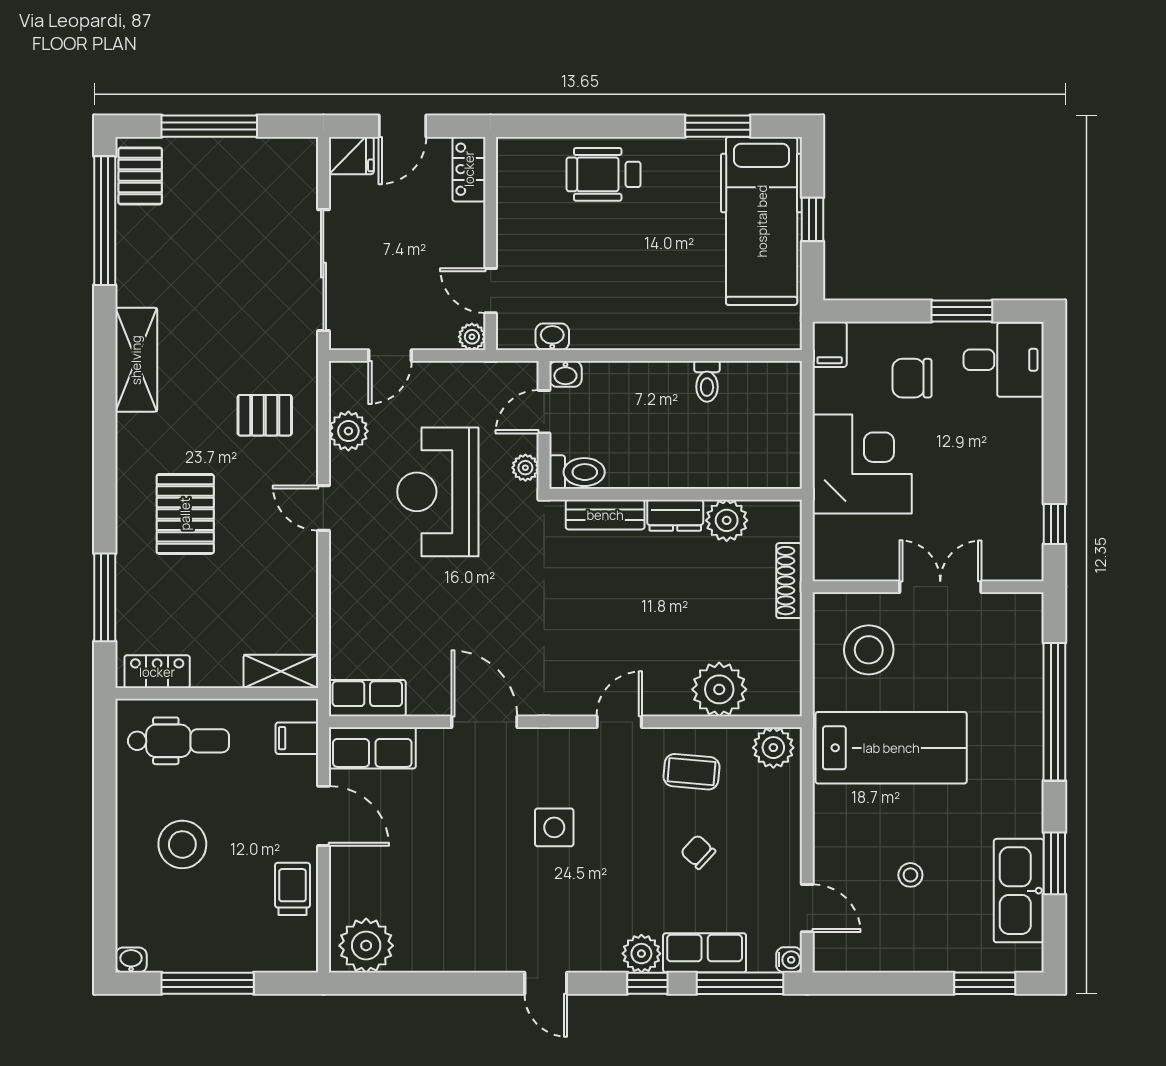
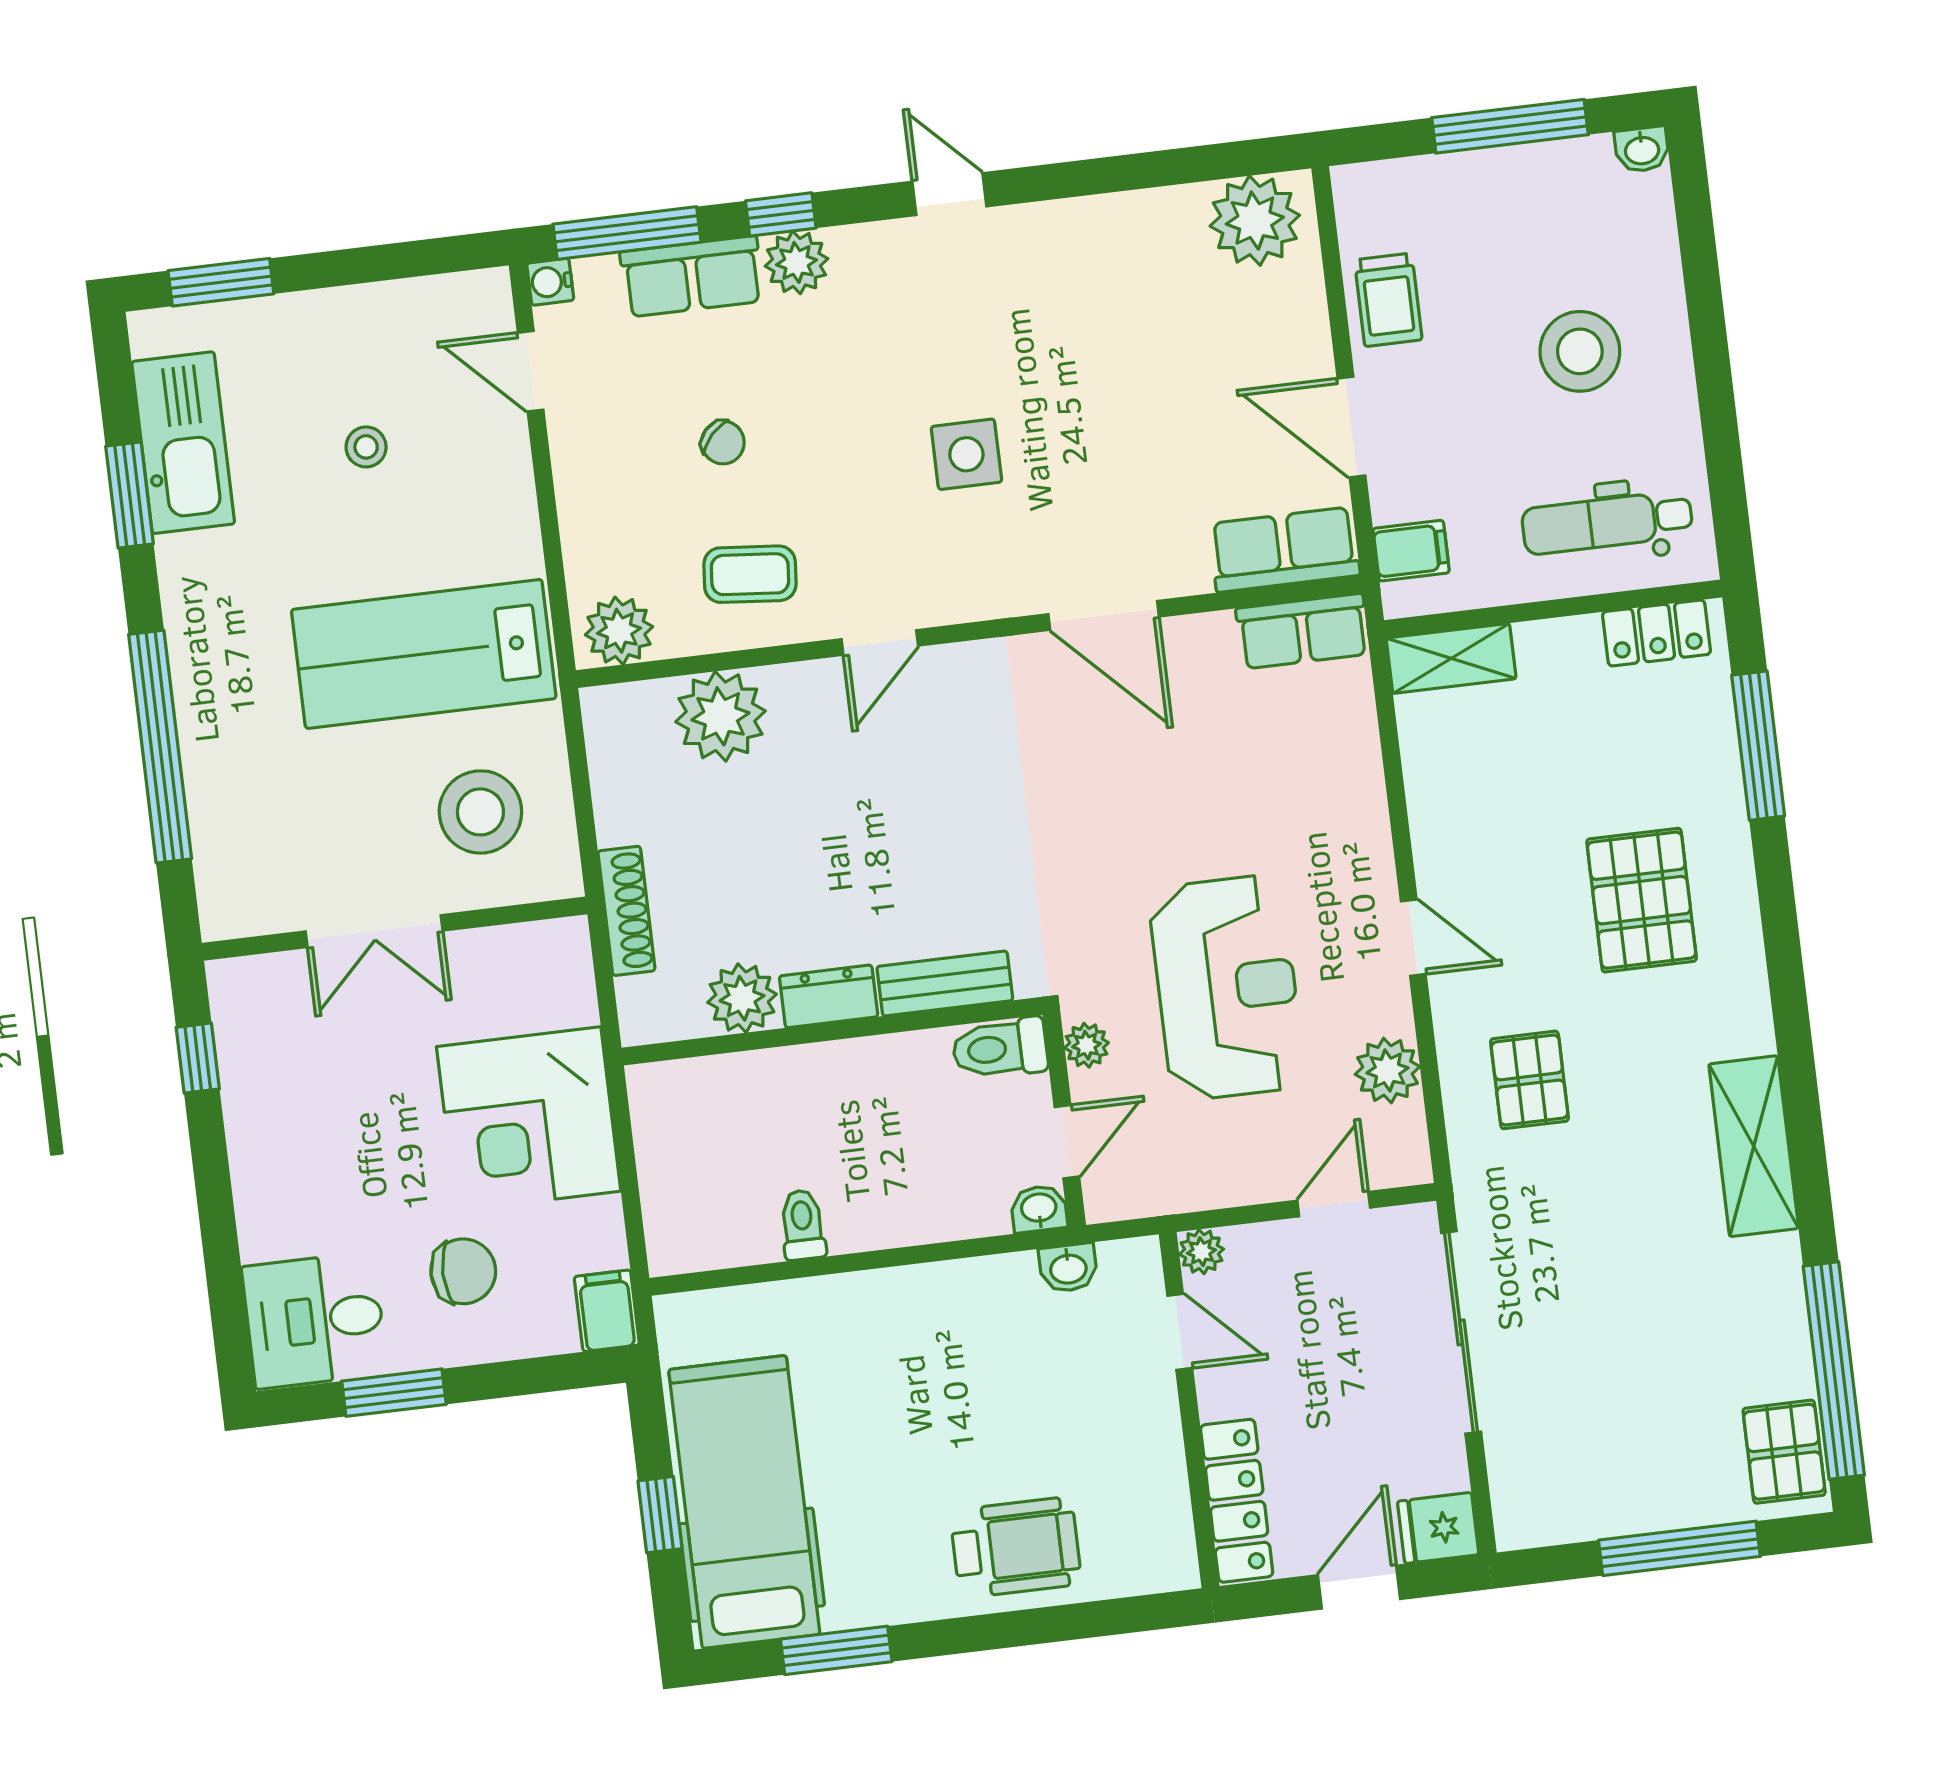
locker: (469, 169) -> (1237, 1501), width x1.53
pallet: (265, 415) -> (1530, 1080), turned 90

